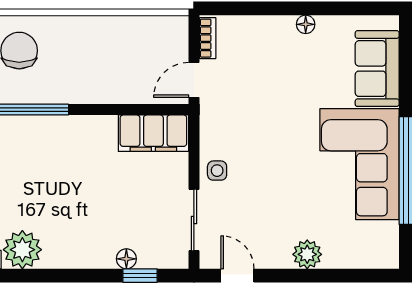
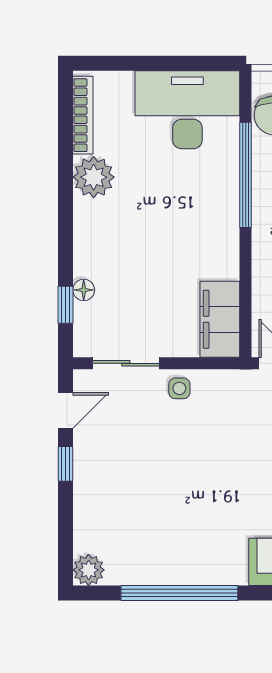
corner sofa: (359, 164) -> (186, 543), removed
plant: (307, 254) -> (89, 570), moved
window: (287, 276) -> (66, 464), added

